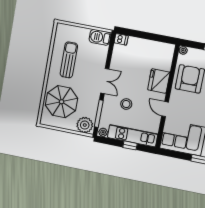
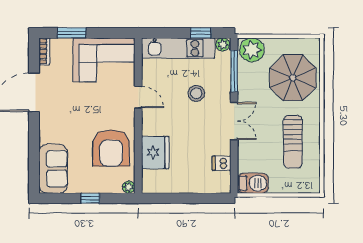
dishwasher: (121, 39) -> (222, 163), moved
double door: (105, 81) -> (234, 121), swing flipped
fridge: (159, 81) -> (155, 153), moved
window: (130, 145) -> (201, 33), moved

